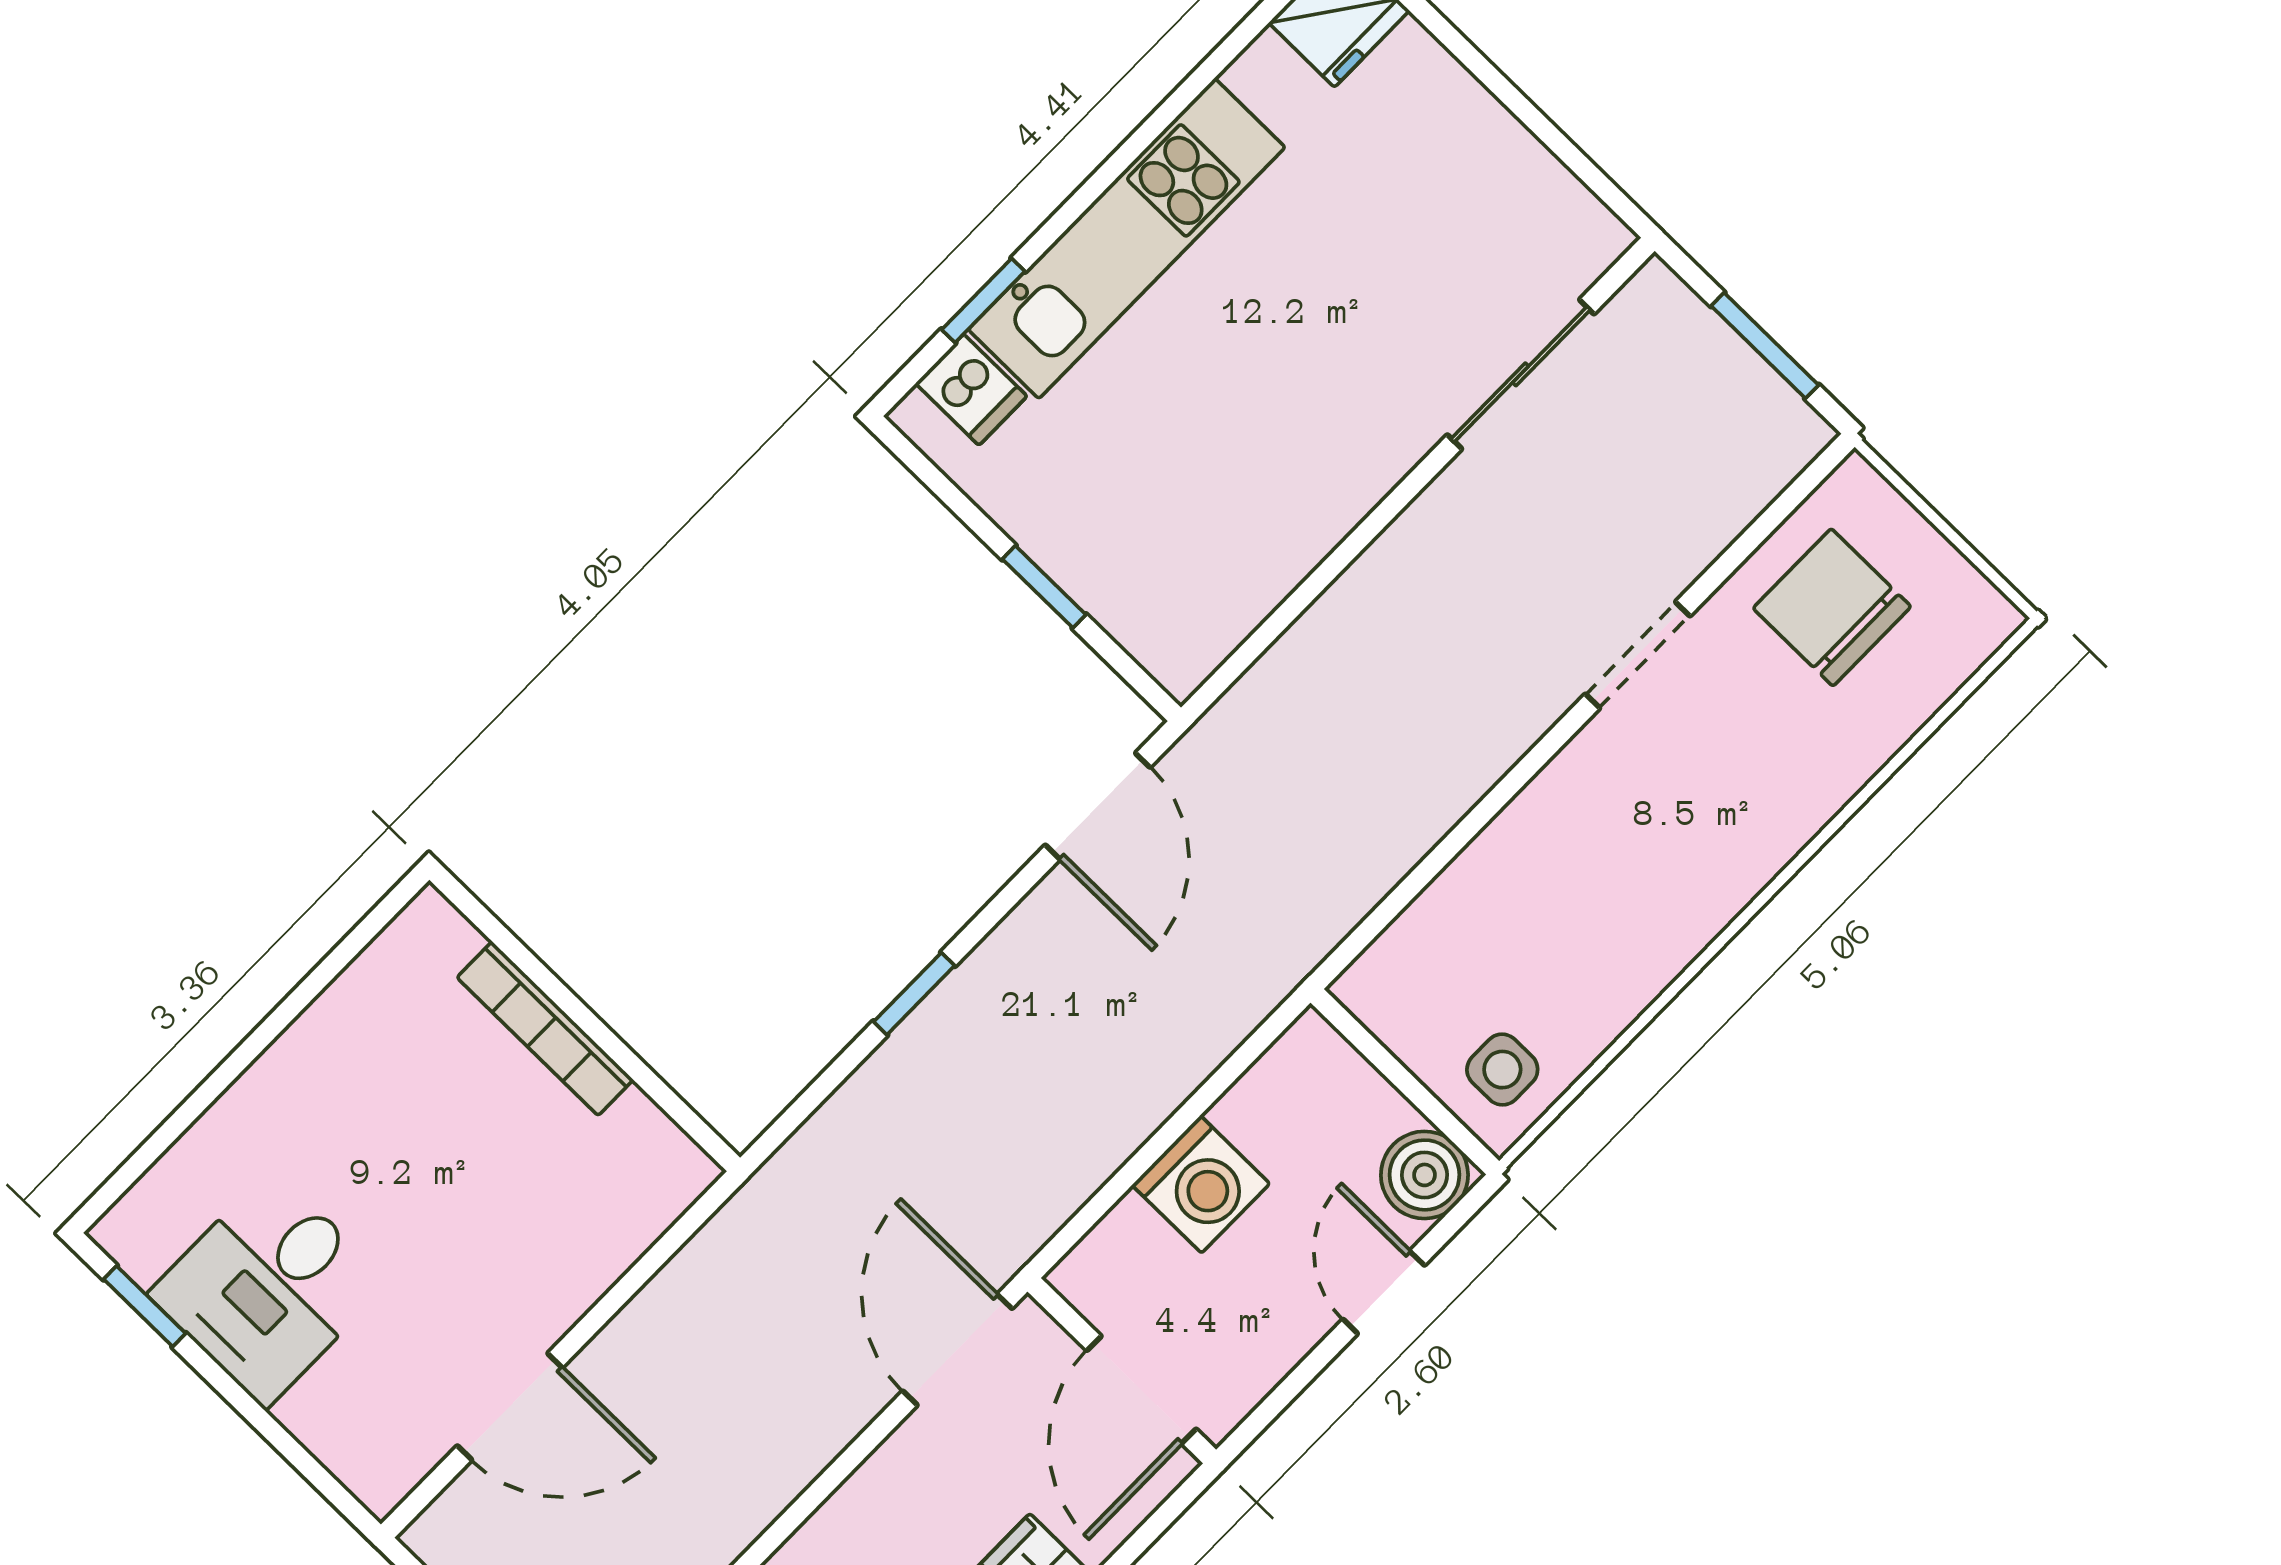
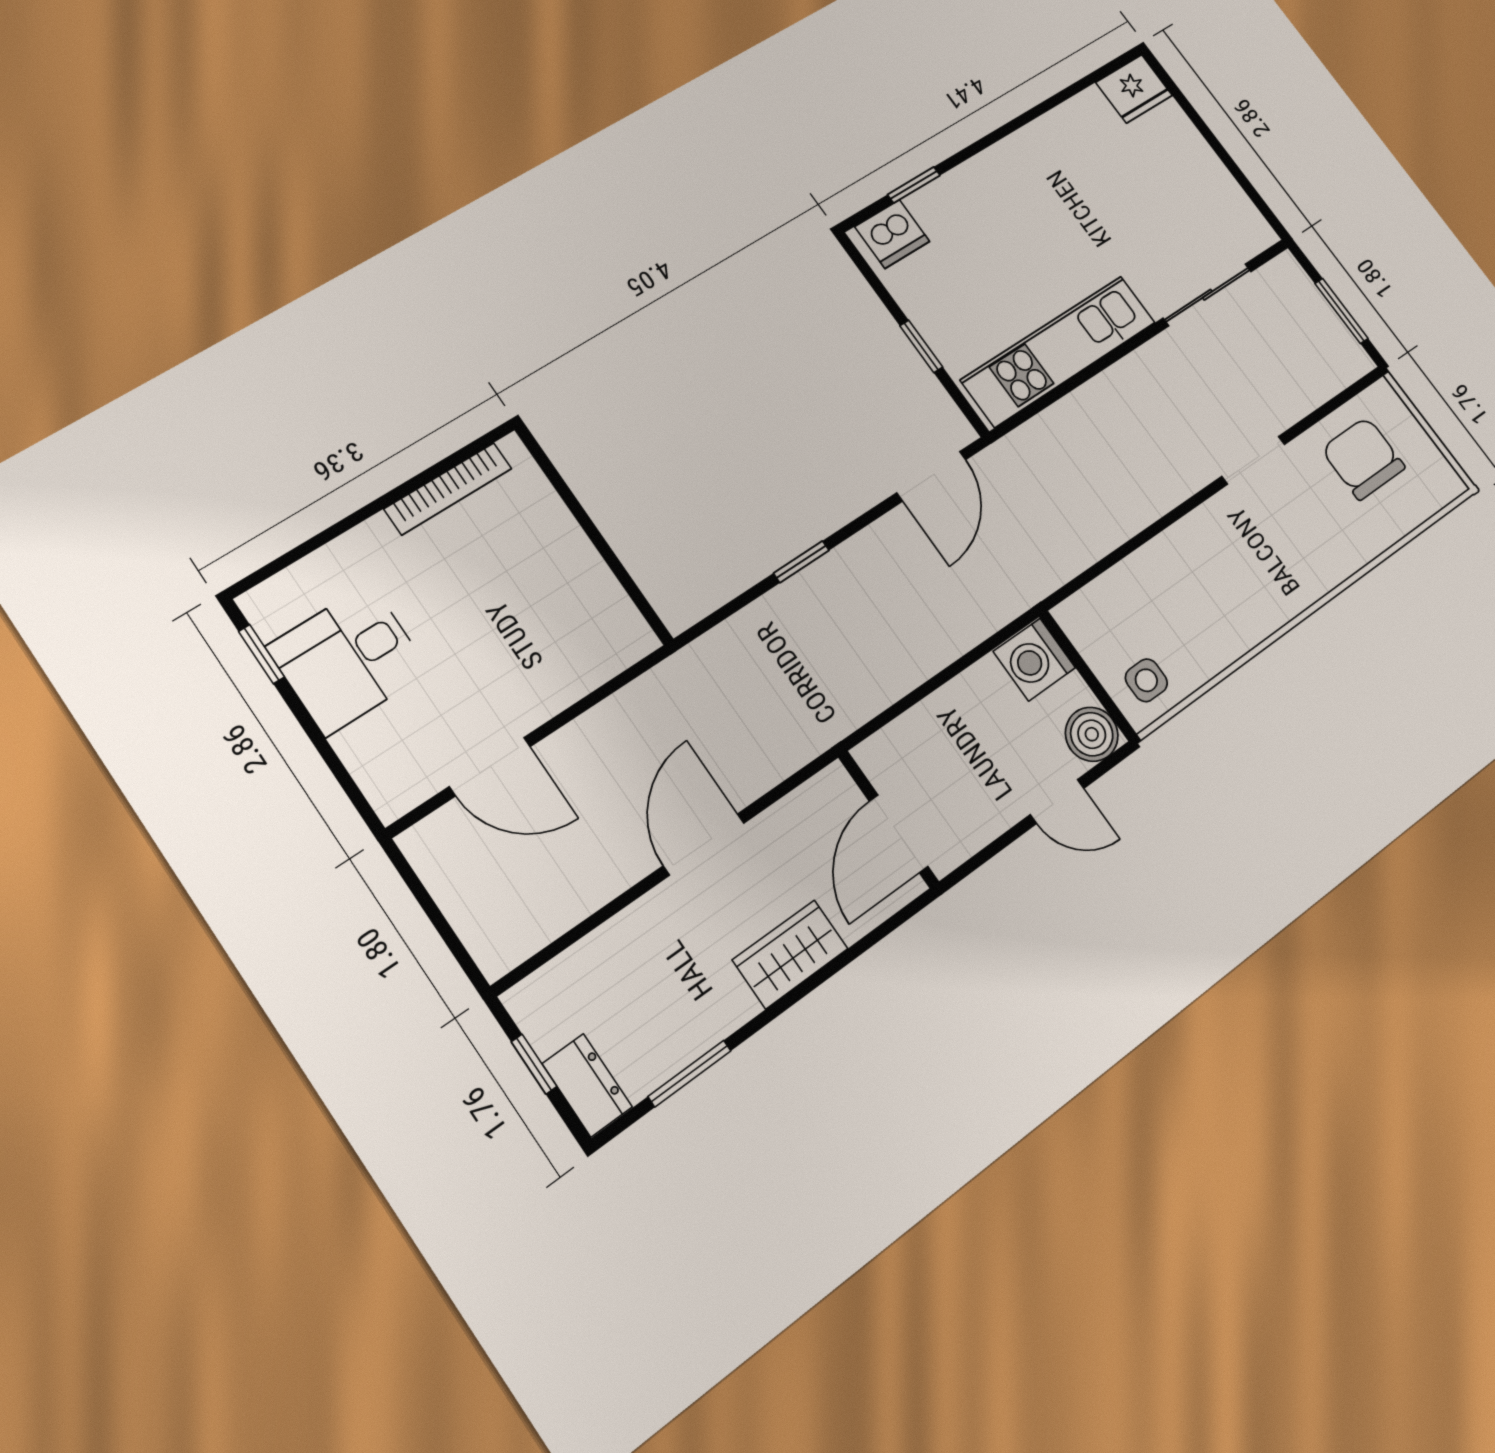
kitchen unit: (1127, 238) -> (1059, 351), moved, turned 180
dishwasher: (971, 390) -> (892, 234), width x1.38
bookcase: (545, 1029) -> (448, 489), moved, turned -90
washing machine: (1201, 1184) -> (1034, 660), moved, turned 90
door: (1384, 1292) -> (1057, 801), swing flipped
door: (957, 1350) -> (704, 844), moved

